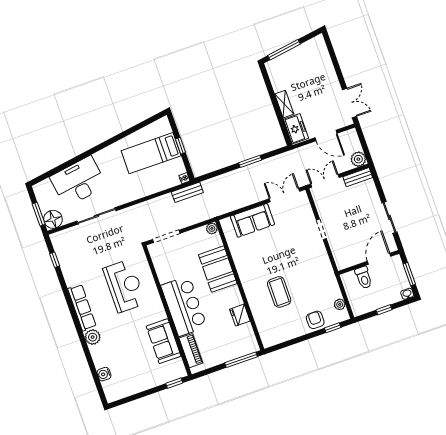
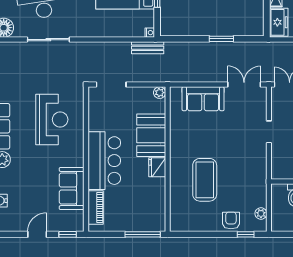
coffee table: (279, 292) -> (205, 180), width x1.36, depth x1.32
fridge: (240, 315) -> (157, 167), moved
door: (147, 393) -> (37, 234), added

